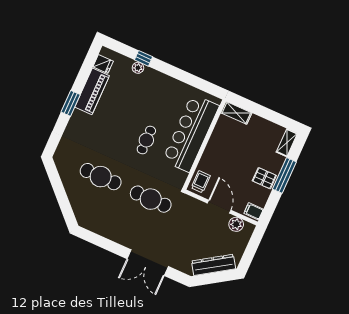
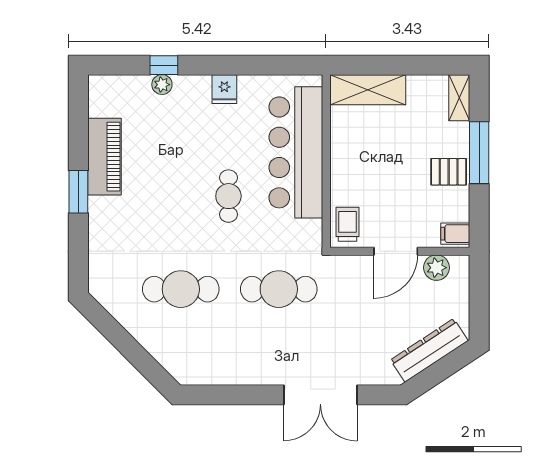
fridge: (103, 64) -> (224, 89), moved, turned 90
shelving: (236, 113) -> (368, 90), width x1.50, depth x1.33
door: (219, 207) -> (396, 251), swing flipped

